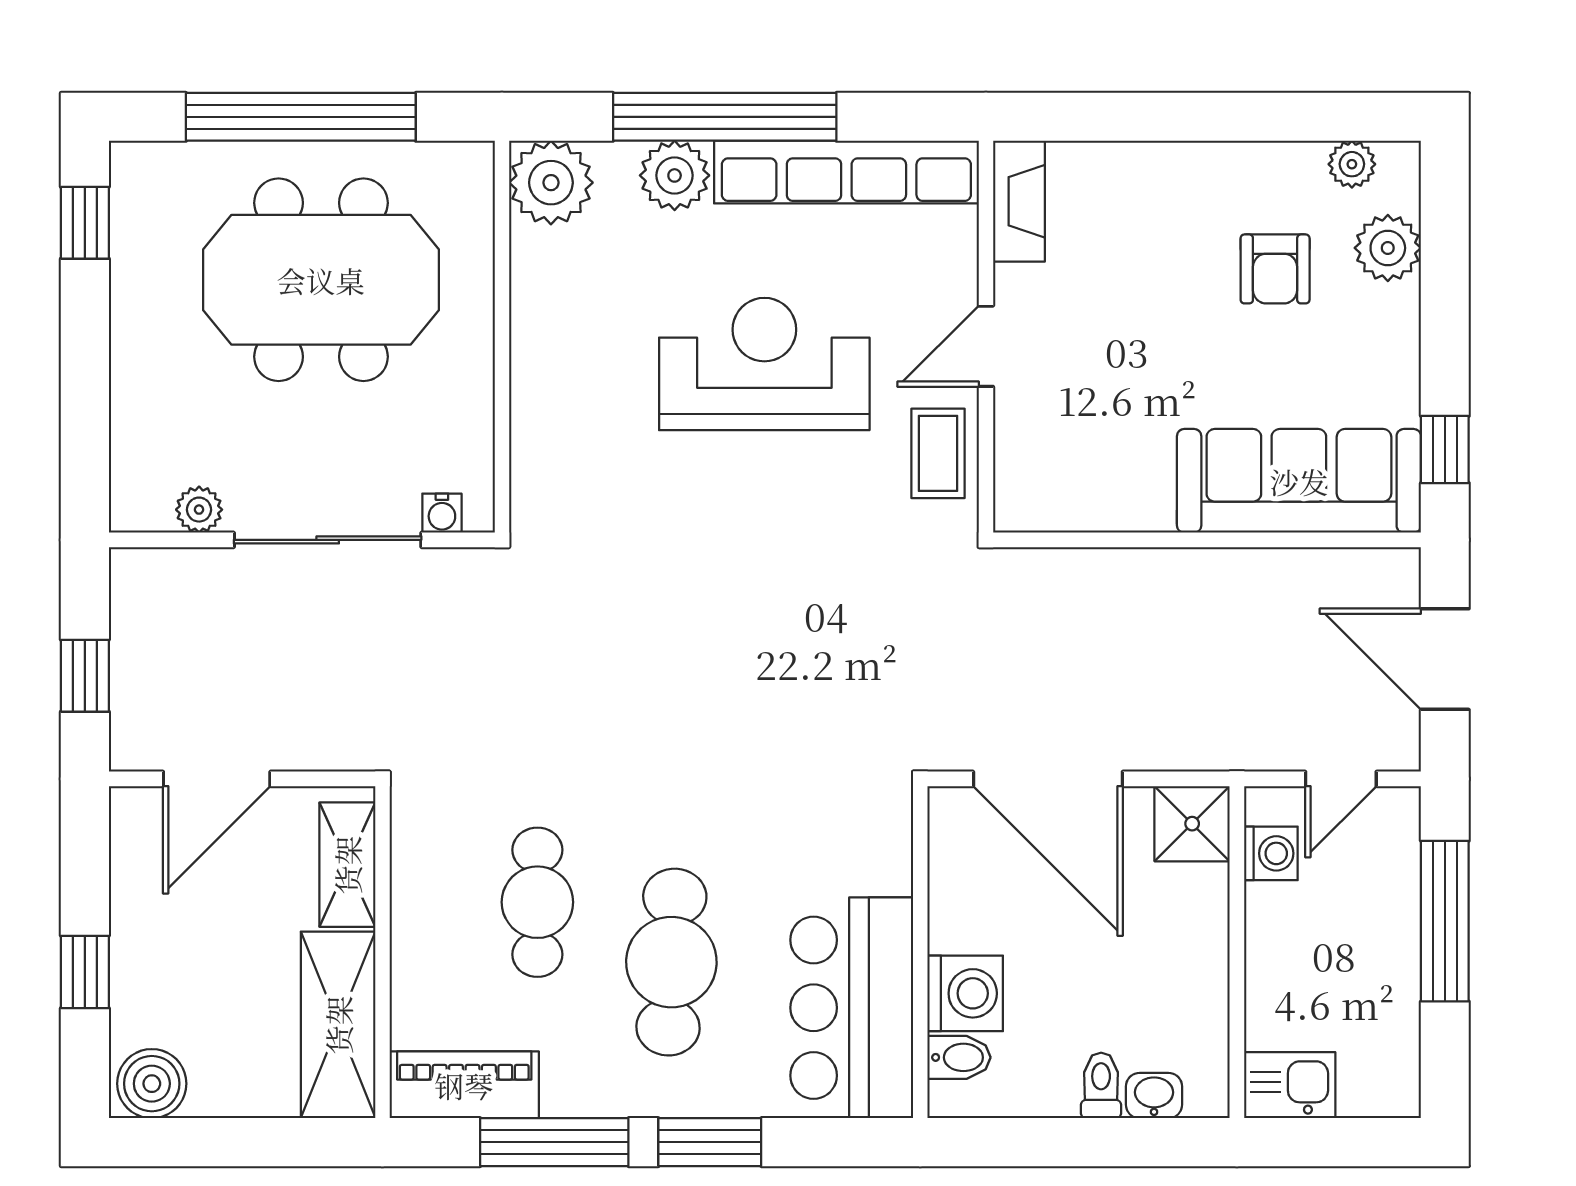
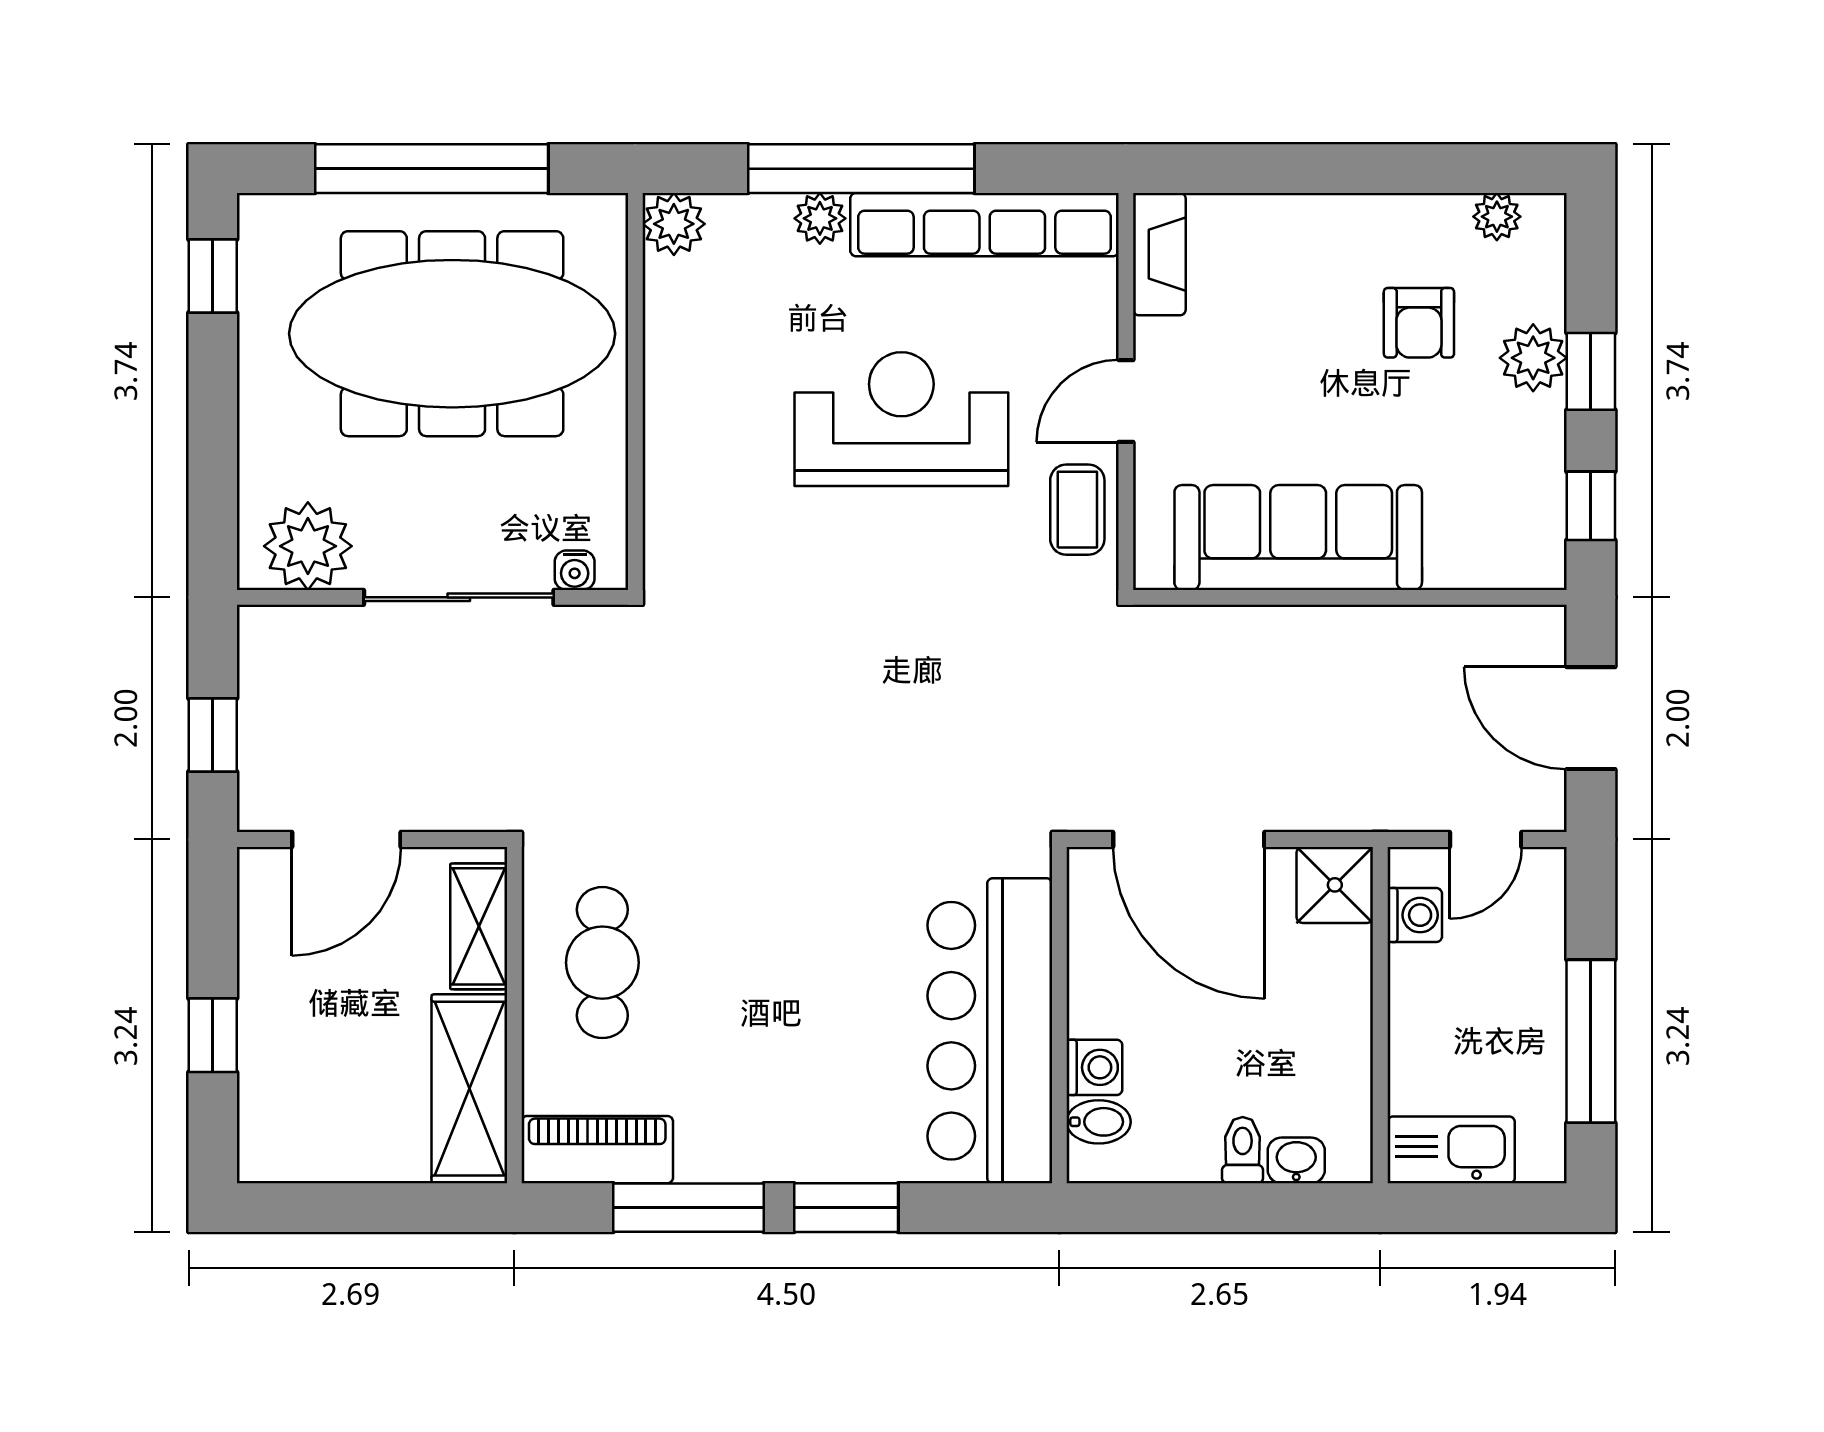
plant: (675, 175) -> (820, 218), width x0.73, depth x0.73
plant: (551, 183) -> (674, 224), width x0.73, depth x0.73
plant: (1388, 248) -> (1533, 358), moved
meeting table: (321, 280) -> (452, 334), width x1.36
window: (1445, 317) -> (1591, 371), added
sofa: (1299, 481) -> (1298, 537), moved
plant: (199, 510) -> (308, 546), width x1.88, depth x1.88
cafe table: (537, 902) -> (602, 963), moved
window: (1445, 921) -> (1591, 1041), moved
cafe table: (671, 962) -> (807, 1025), removed
washing machine: (965, 993) -> (1094, 1067), width x0.73, depth x0.73
bar counter: (852, 1008) -> (990, 1031), width x1.36
boiler: (152, 1084) -> (281, 1148), removed
kitchen sink: (1290, 1085) -> (1451, 1150), width x1.38

